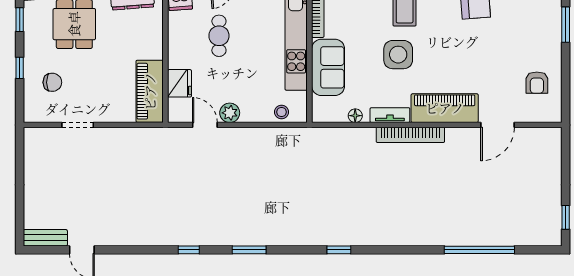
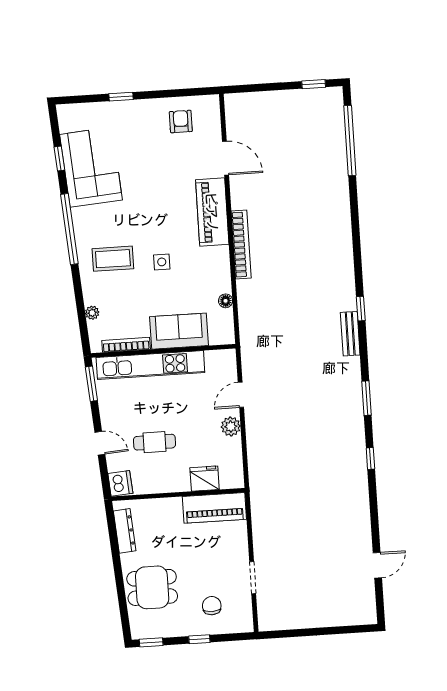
window: (566, 25) -> (121, 97), width x0.67
side table: (398, 55) -> (162, 262), width x0.54, depth x0.54
armchair: (537, 83) -> (181, 122), turned -90
stool: (281, 112) -> (227, 375), removed
tv unit: (390, 115) -> (223, 266), removed
door: (205, 125) -> (241, 395), moved
bench: (45, 238) -> (350, 334), moved
window: (479, 250) -> (350, 141), moved

